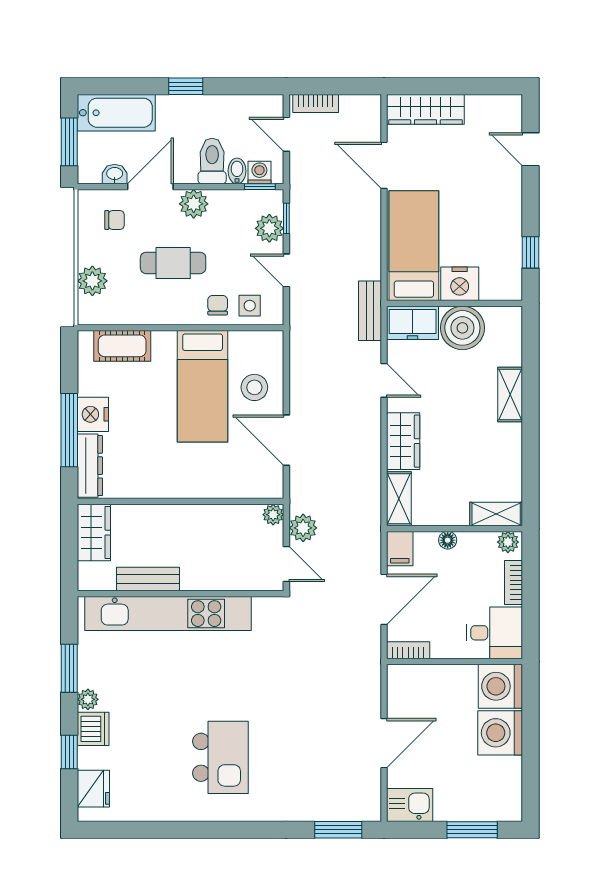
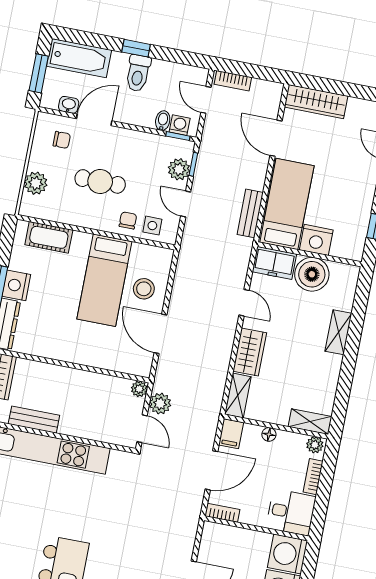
toilet: (212, 161) -> (138, 73), moved, turned 180
plant: (194, 204) -> (125, 139), removed
bench: (370, 311) -> (250, 213), moved

